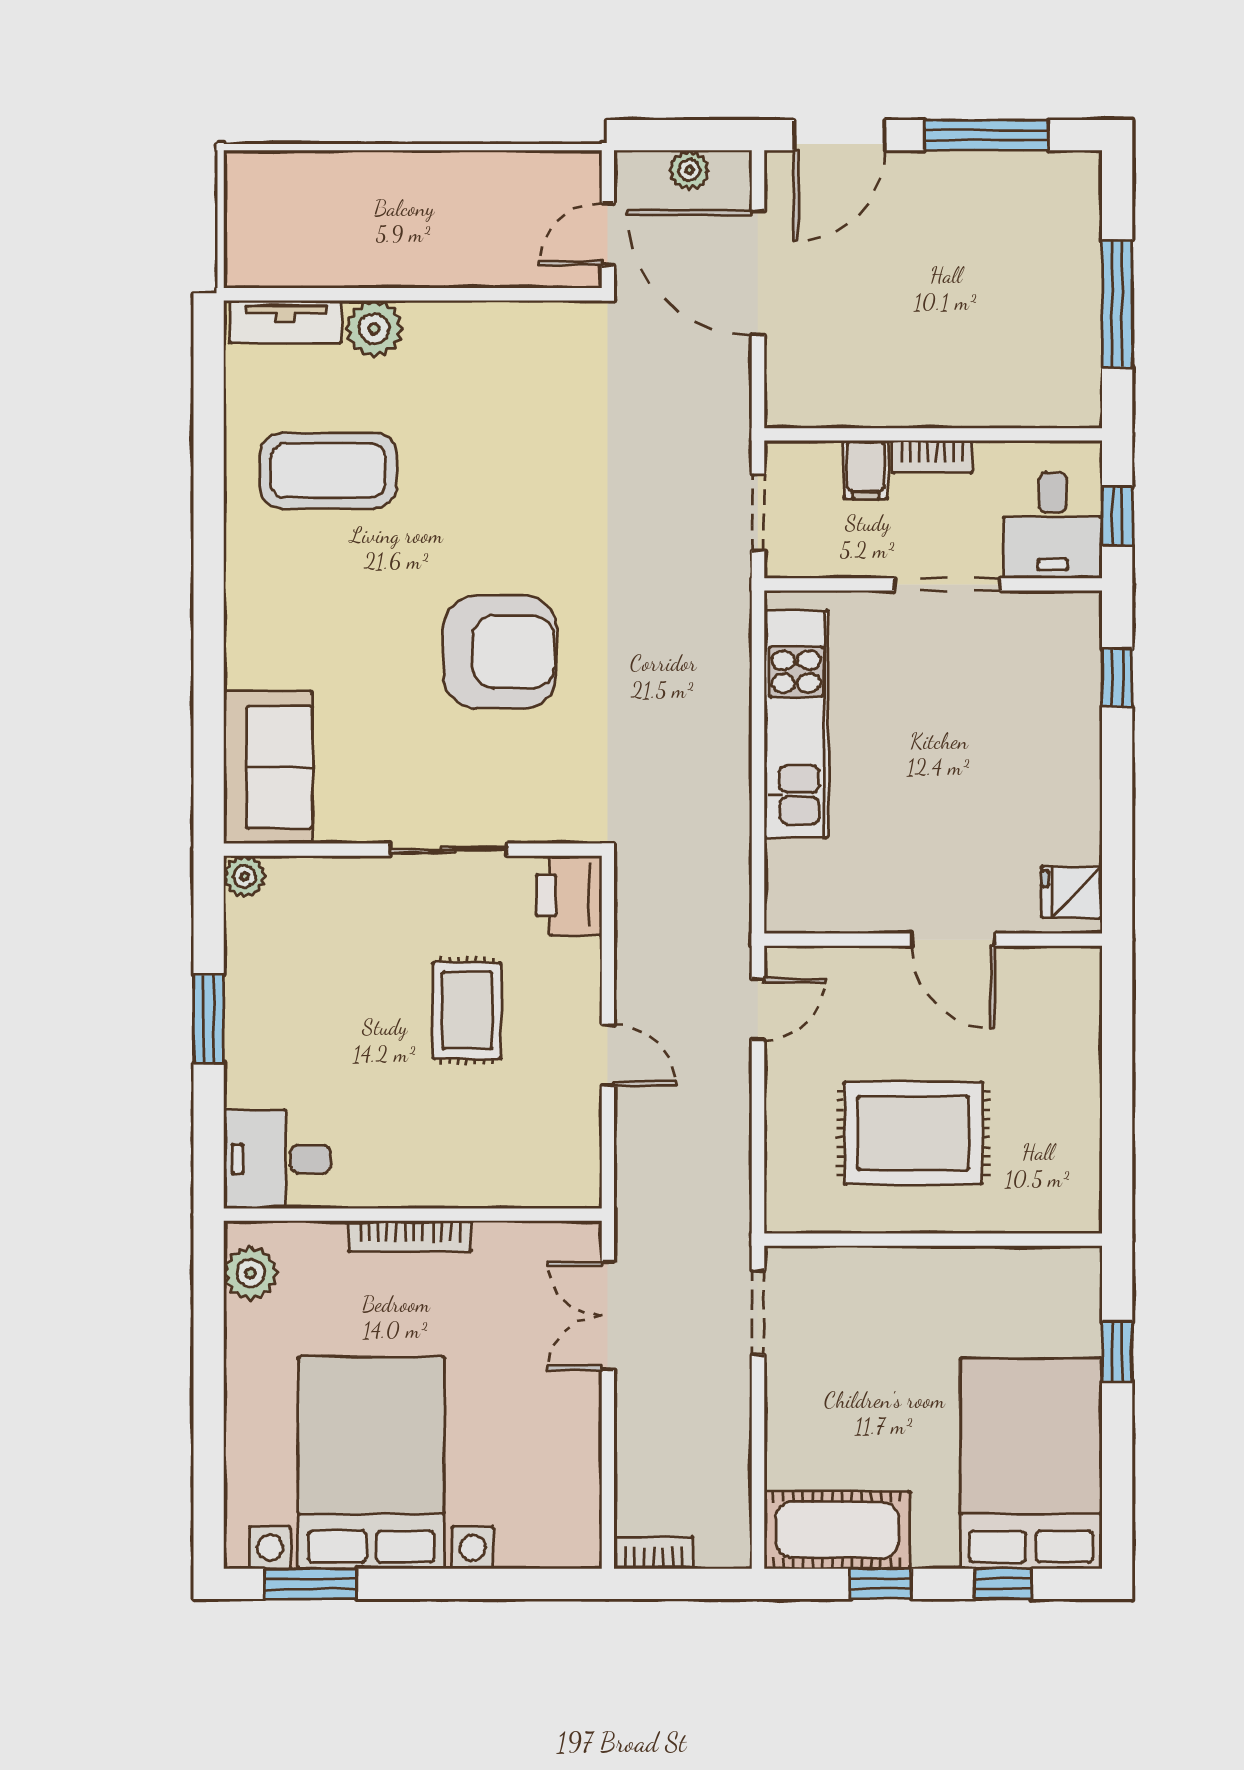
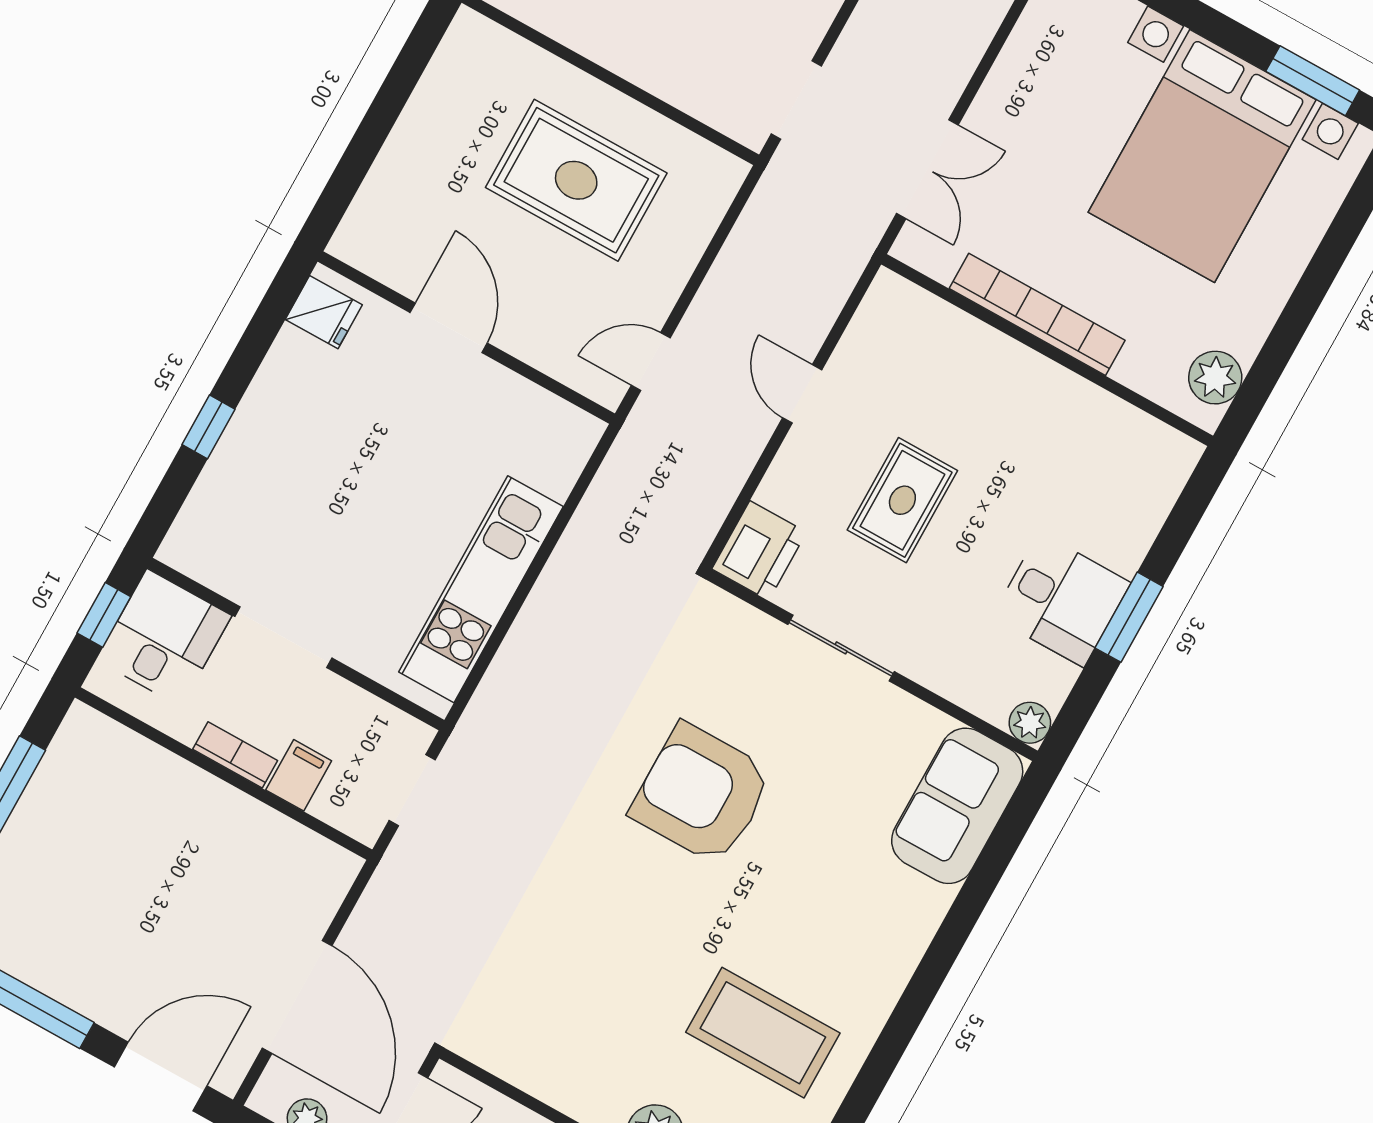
window: (1117, 678) -> (208, 427), moved
desk: (277, 1159) -> (1061, 600), moved
bookcase: (410, 1236) -> (1037, 314), width x1.48, depth x1.31

